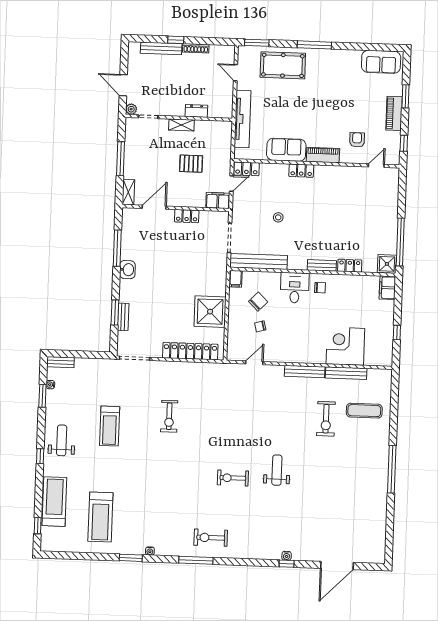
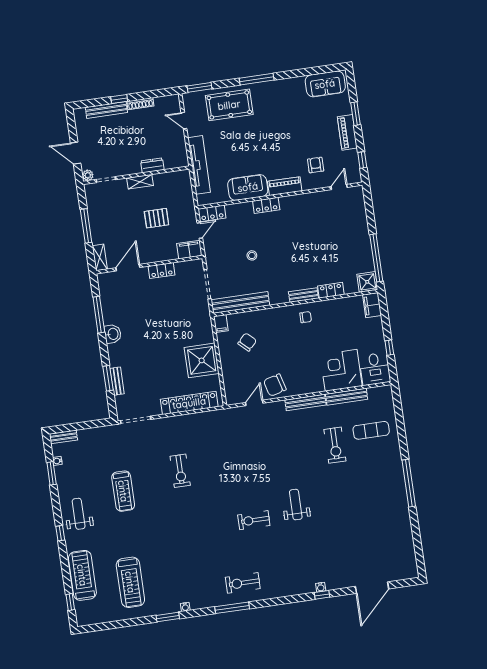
desk: (295, 288) -> (375, 369), moved, turned 180
chair: (260, 326) -> (275, 385), moved, width x1.87, depth x1.87

